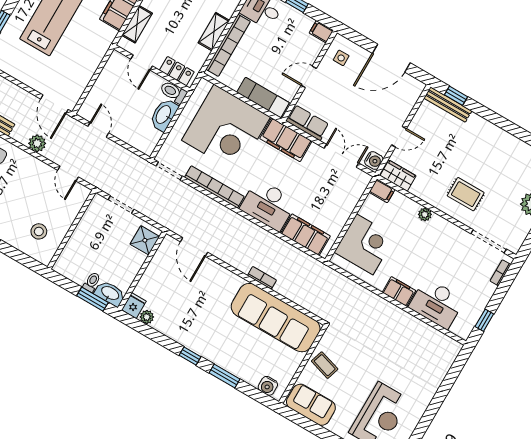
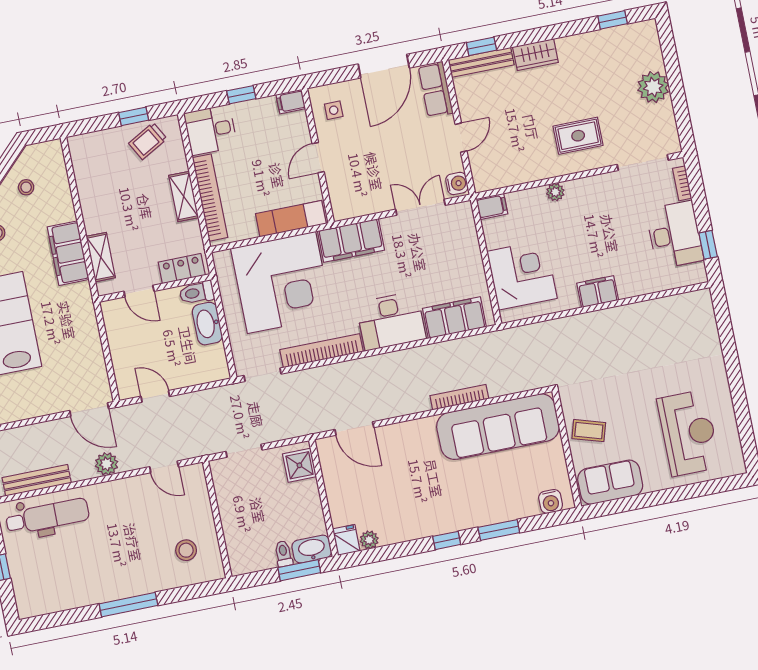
row of seats: (308, 123) -> (436, 89), moved, turned -90
wardrobe: (398, 176) -> (535, 55), moved, turned 180
bookcase: (262, 278) -> (459, 397), width x1.56
desk: (437, 303) -> (675, 235), moved, turned -90

